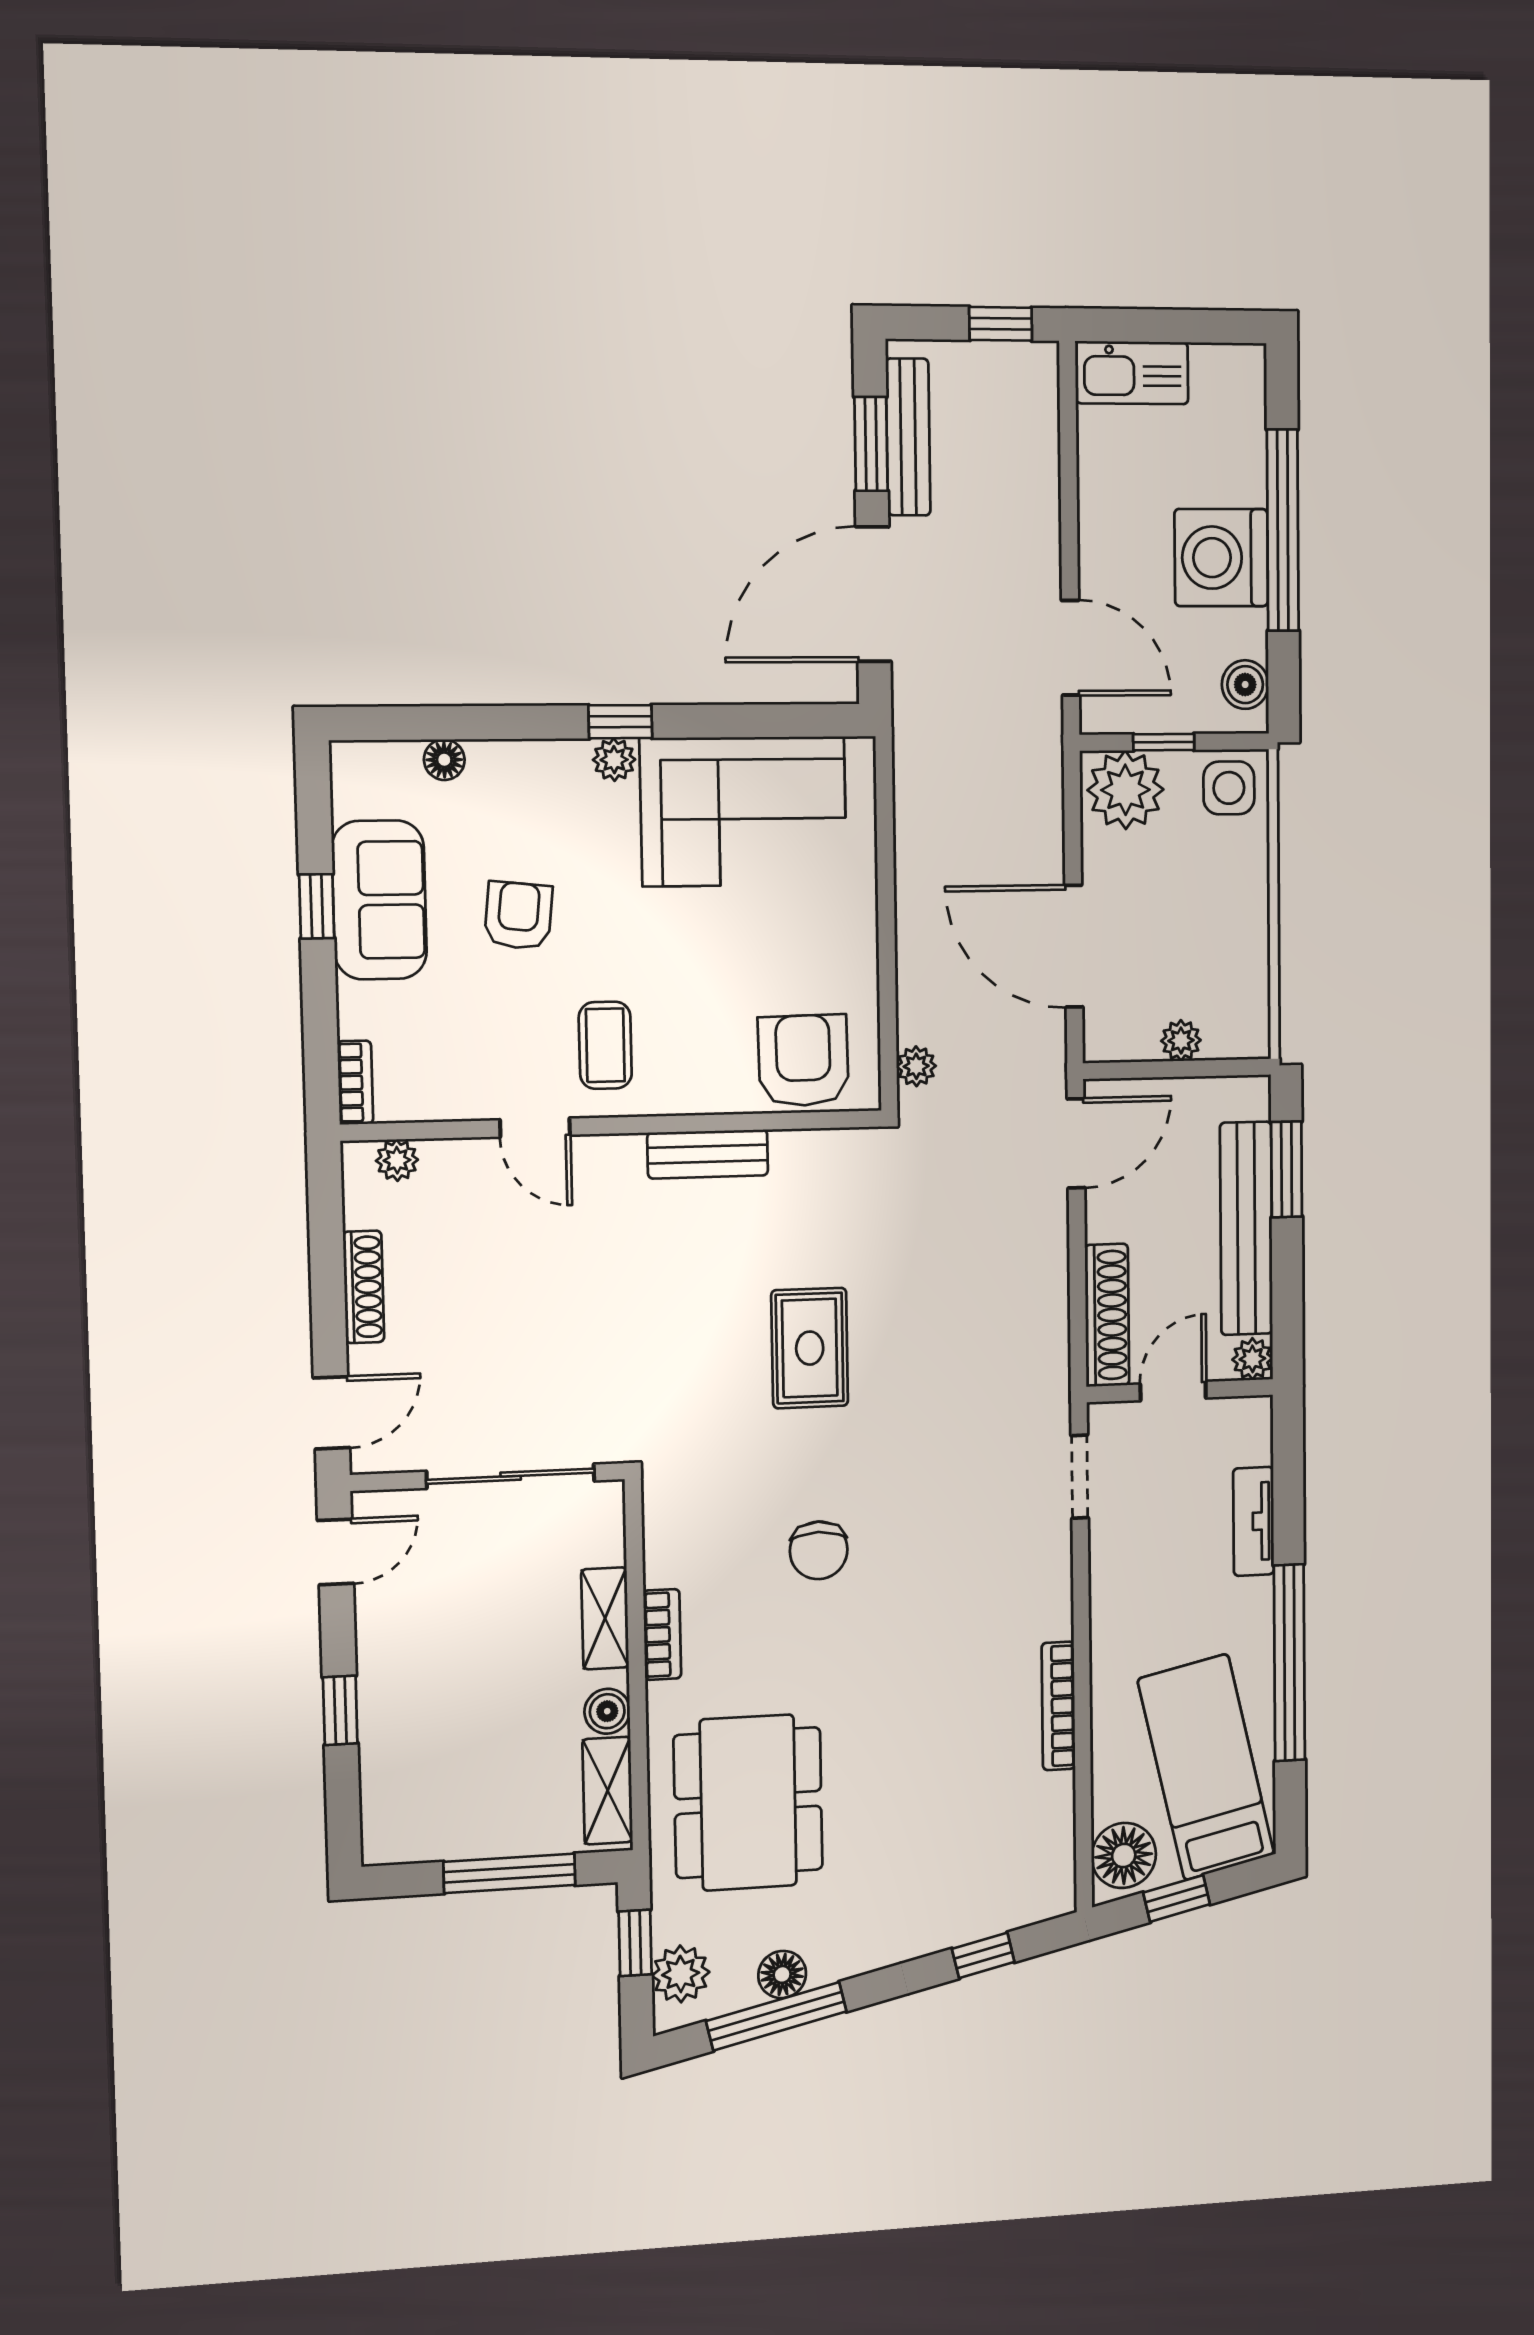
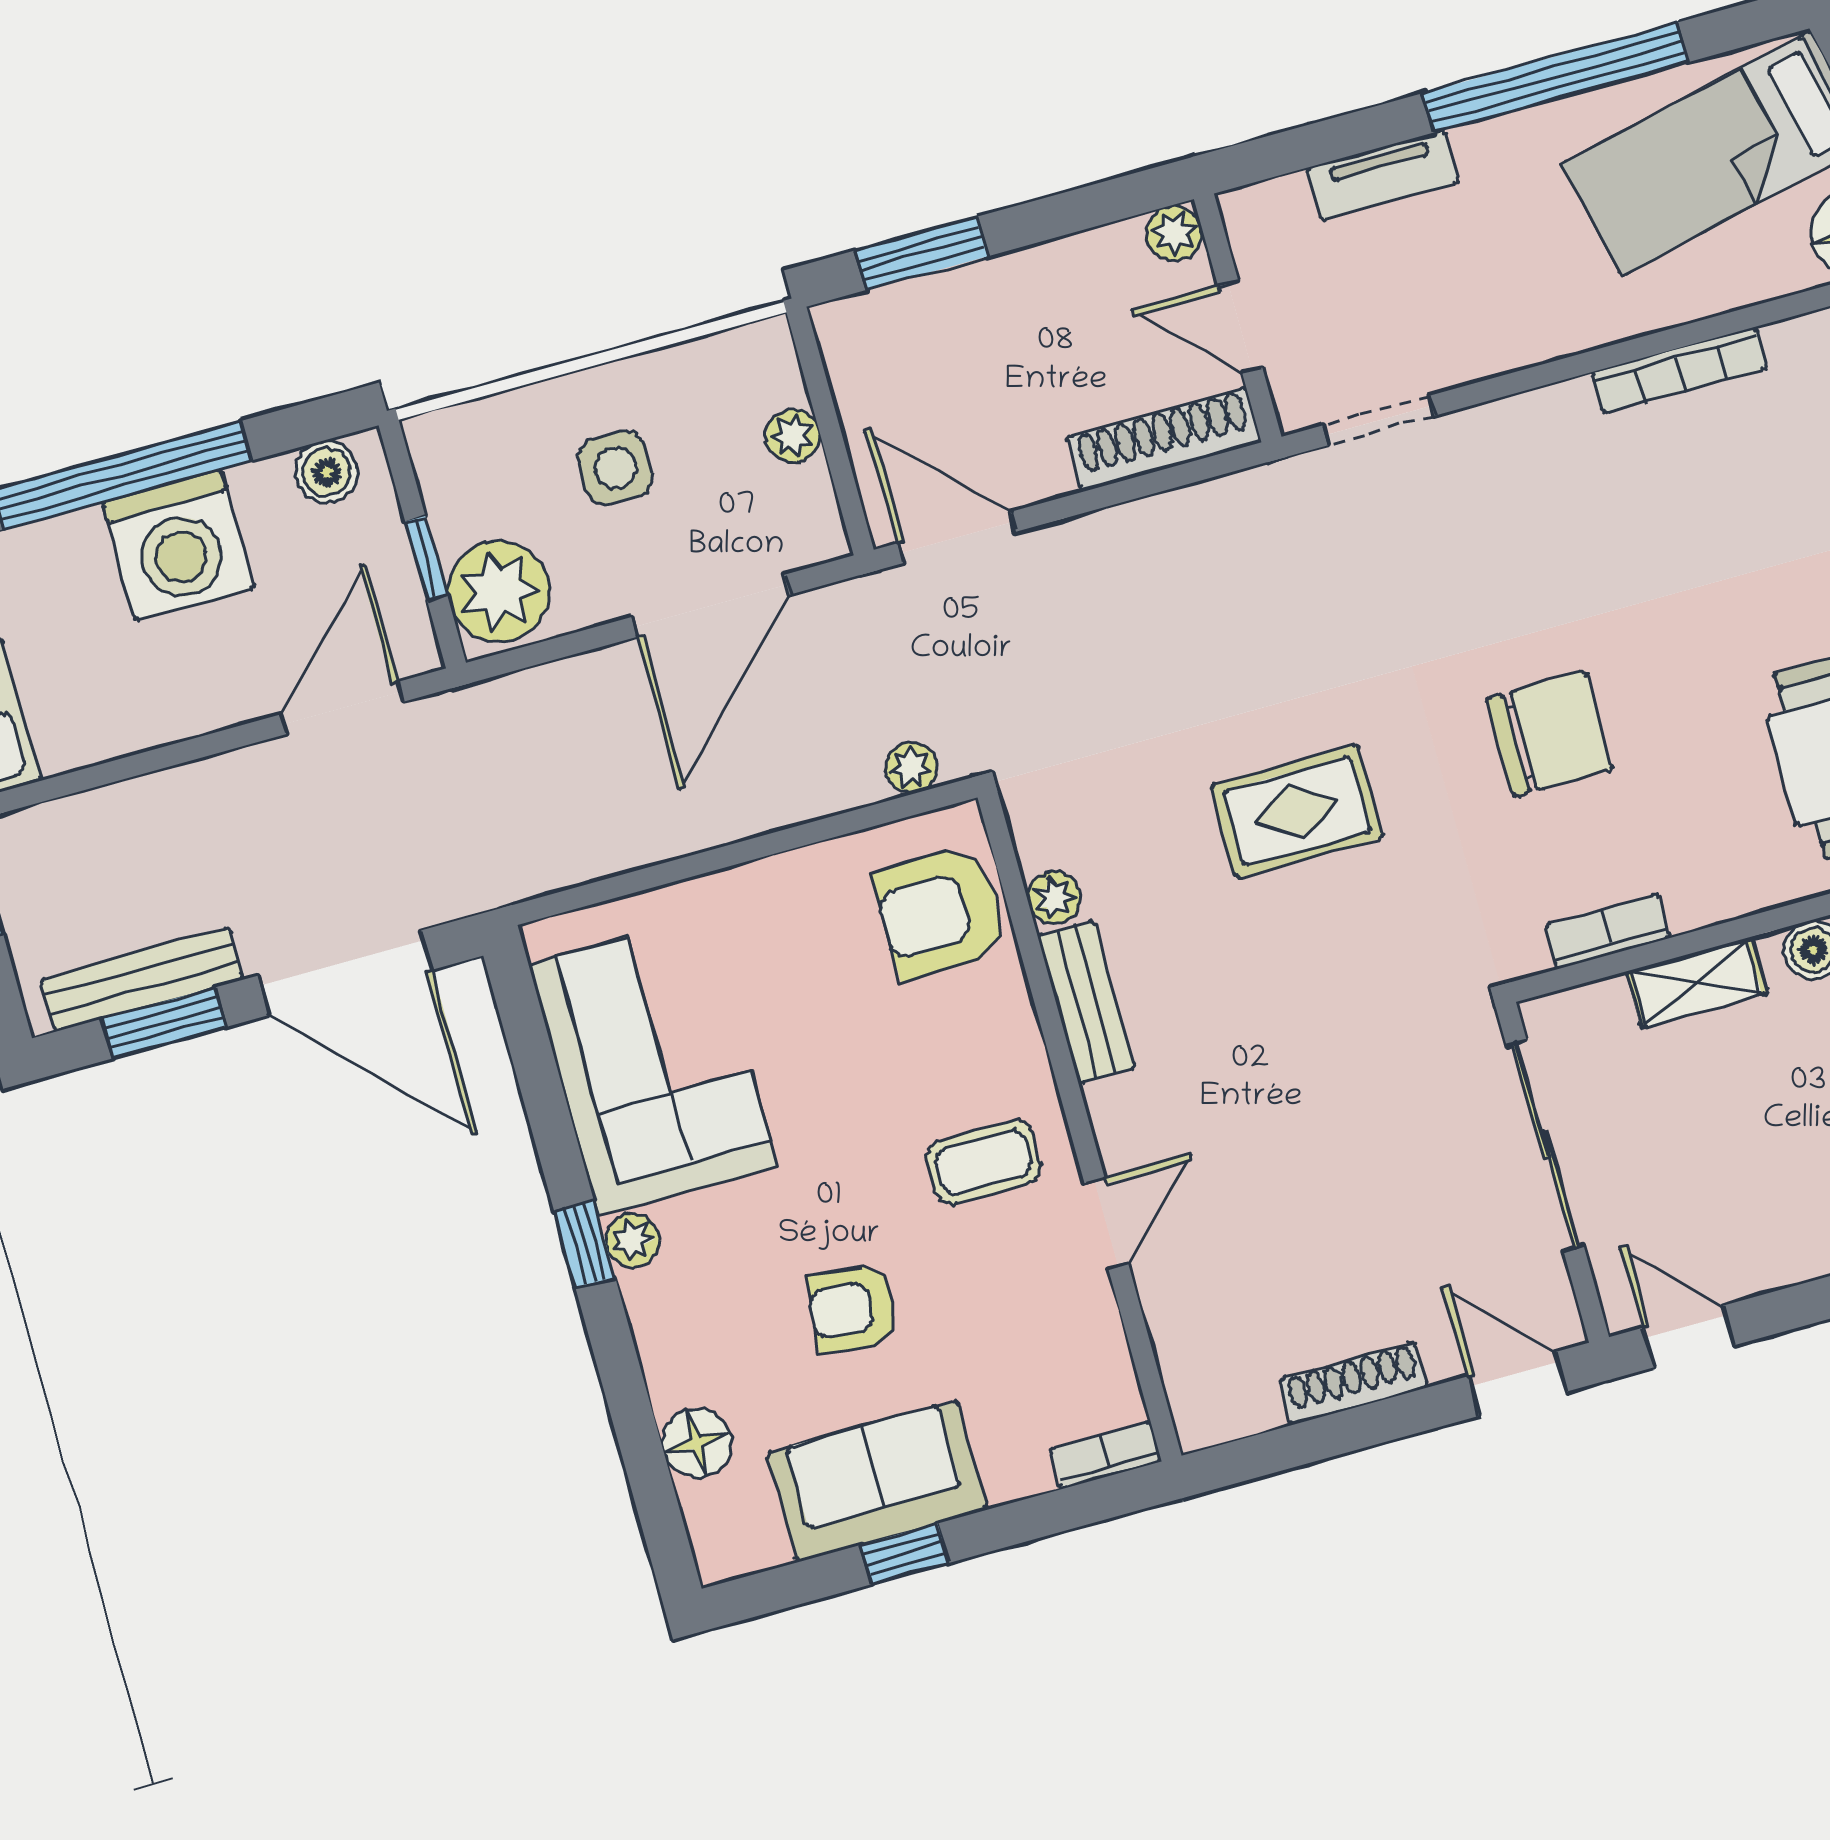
floor lamp: (444, 760) -> (697, 1443), width x1.37, depth x1.37
side table: (1229, 788) -> (616, 468), moved
plant: (397, 1160) -> (1054, 898), moved
bench: (1246, 1228) -> (1010, 286), removed
chair: (819, 1550) -> (1550, 734), width x1.37, depth x1.37
bookcase: (662, 1634) -> (1608, 931), moved

